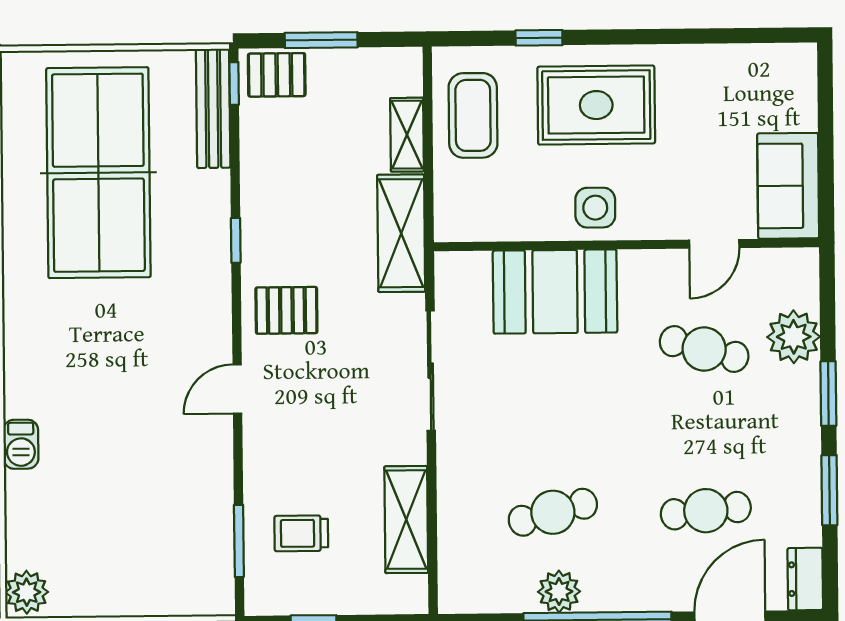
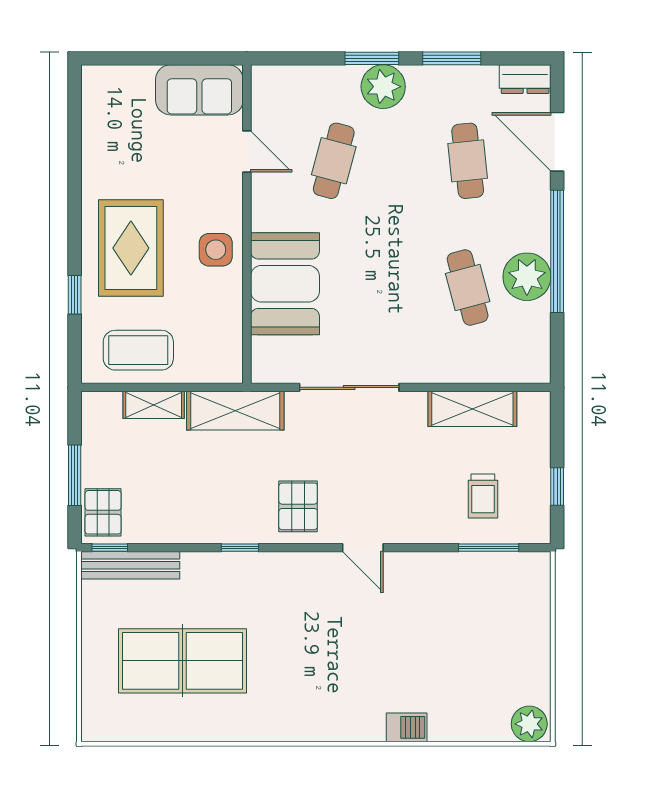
table tennis table: (98, 173) -> (182, 661), width x0.73, depth x0.76
plant: (794, 337) -> (383, 87), moved
plant: (559, 592) -> (527, 277), width x1.36, depth x1.36

